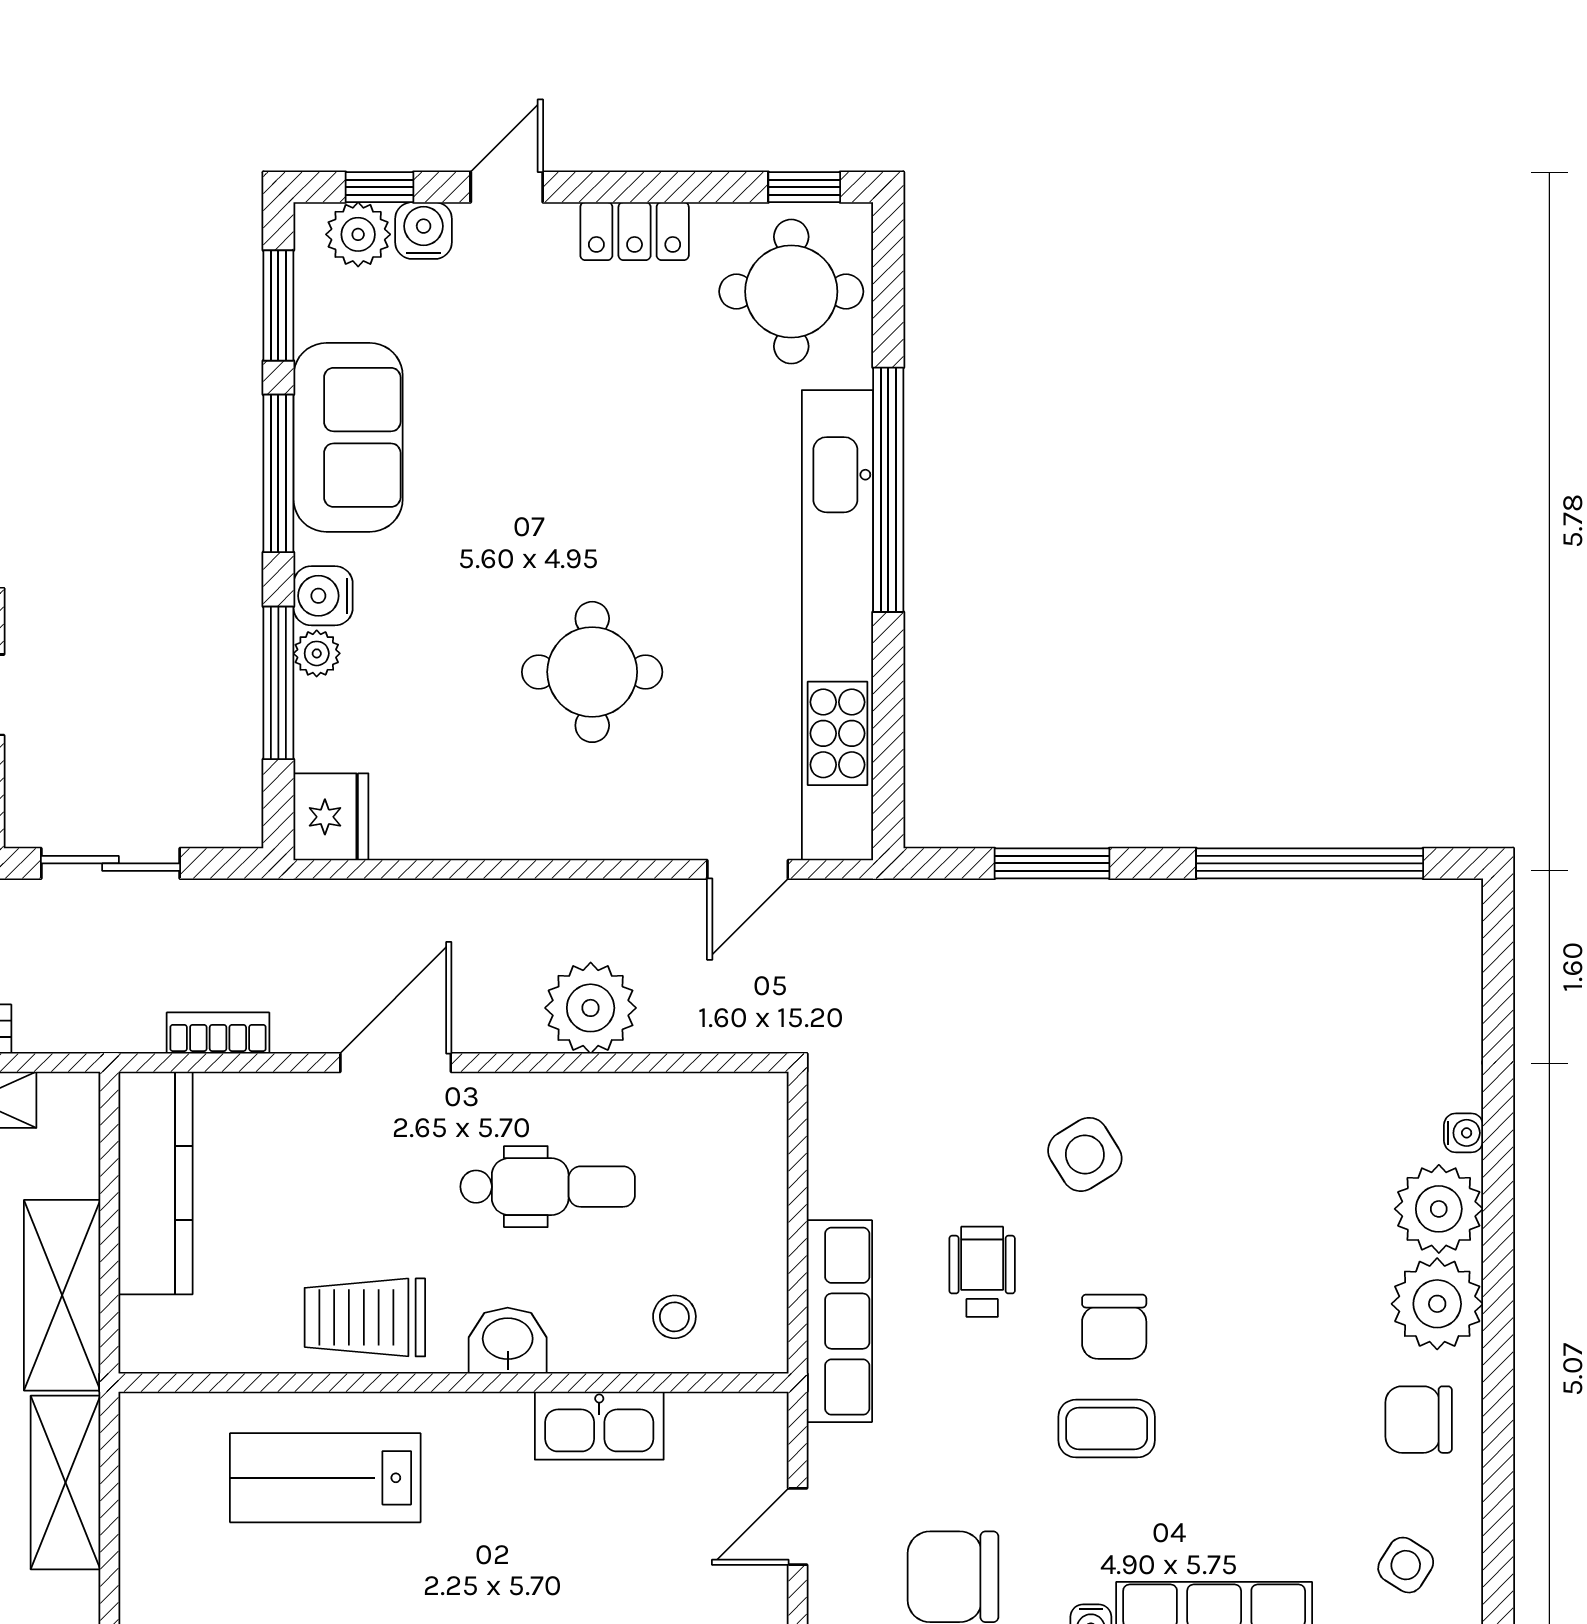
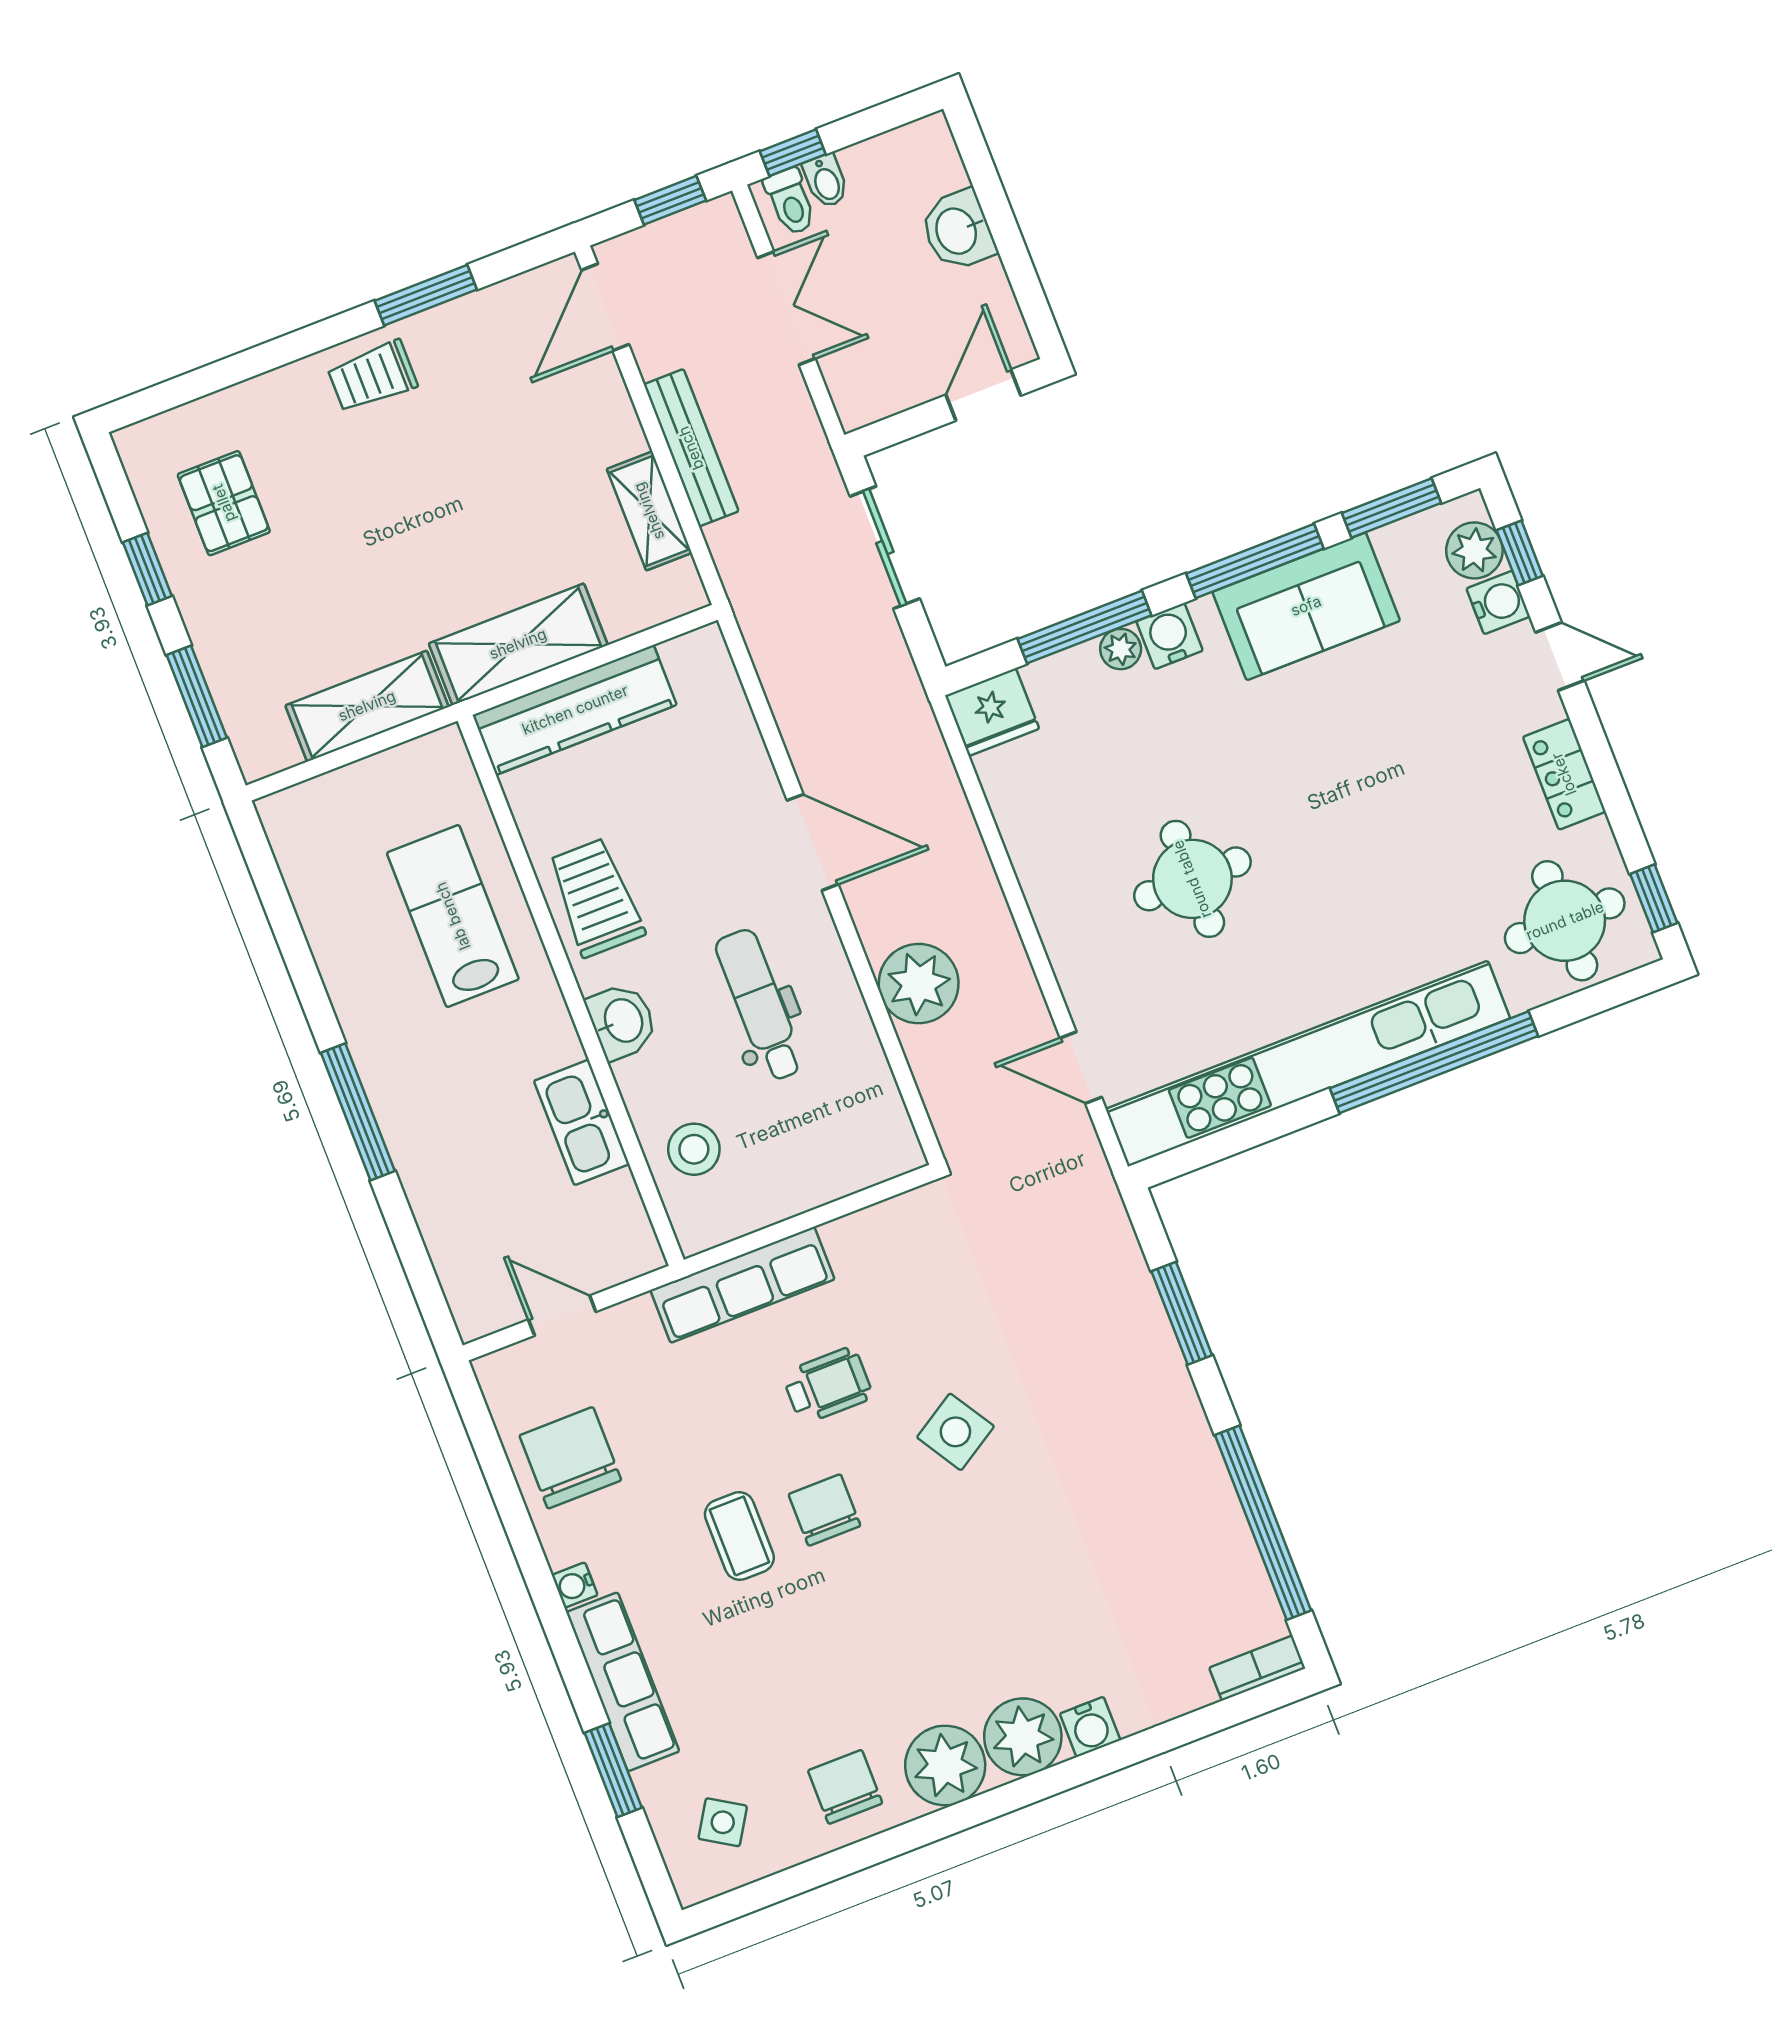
bookcase: (218, 1033) -> (1257, 1668), moved, turned -90
water cooler: (1463, 1133) -> (1090, 1727), width x1.38, depth x1.38
kitchen counter: (155, 1183) -> (575, 710), moved
dental chair: (548, 1187) -> (760, 1005), turned 180
stool: (674, 1317) -> (694, 1149), width x1.37, depth x1.37
chair: (1114, 1327) -> (825, 1510), turned 90

